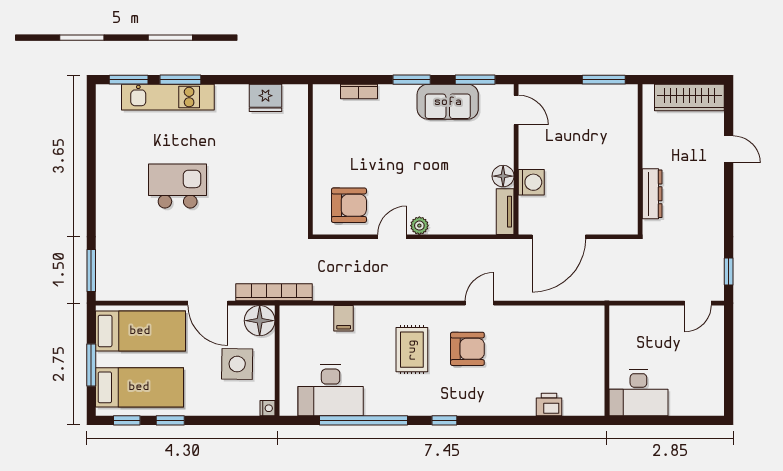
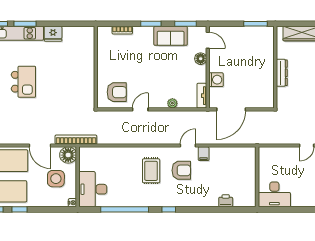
fridge: (265, 98) -> (53, 34), moved
floor lamp: (503, 176) -> (201, 59), moved
kitchen island: (178, 186) -> (23, 82), turned 90
dresser: (652, 194) -> (282, 73), moved
plant: (419, 226) -> (172, 103), moved
filing cabinet: (344, 318) -> (204, 154), moved
desk: (331, 390) -> (93, 189), moved, turned 90

